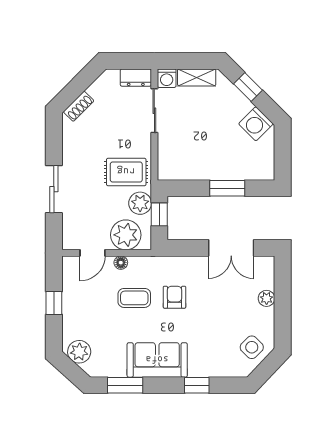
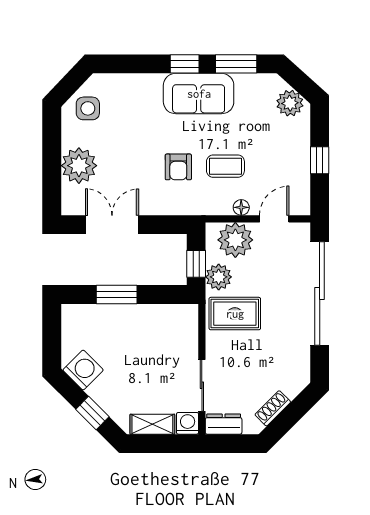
shoe rack: (79, 106) -> (273, 408), moved
sliding door: (54, 189) -> (320, 293), width x1.86
plant: (267, 298) -> (79, 166), width x1.88, depth x1.88
side table: (252, 347) -> (88, 108), turned 45
window: (197, 385) -> (185, 64), moved

